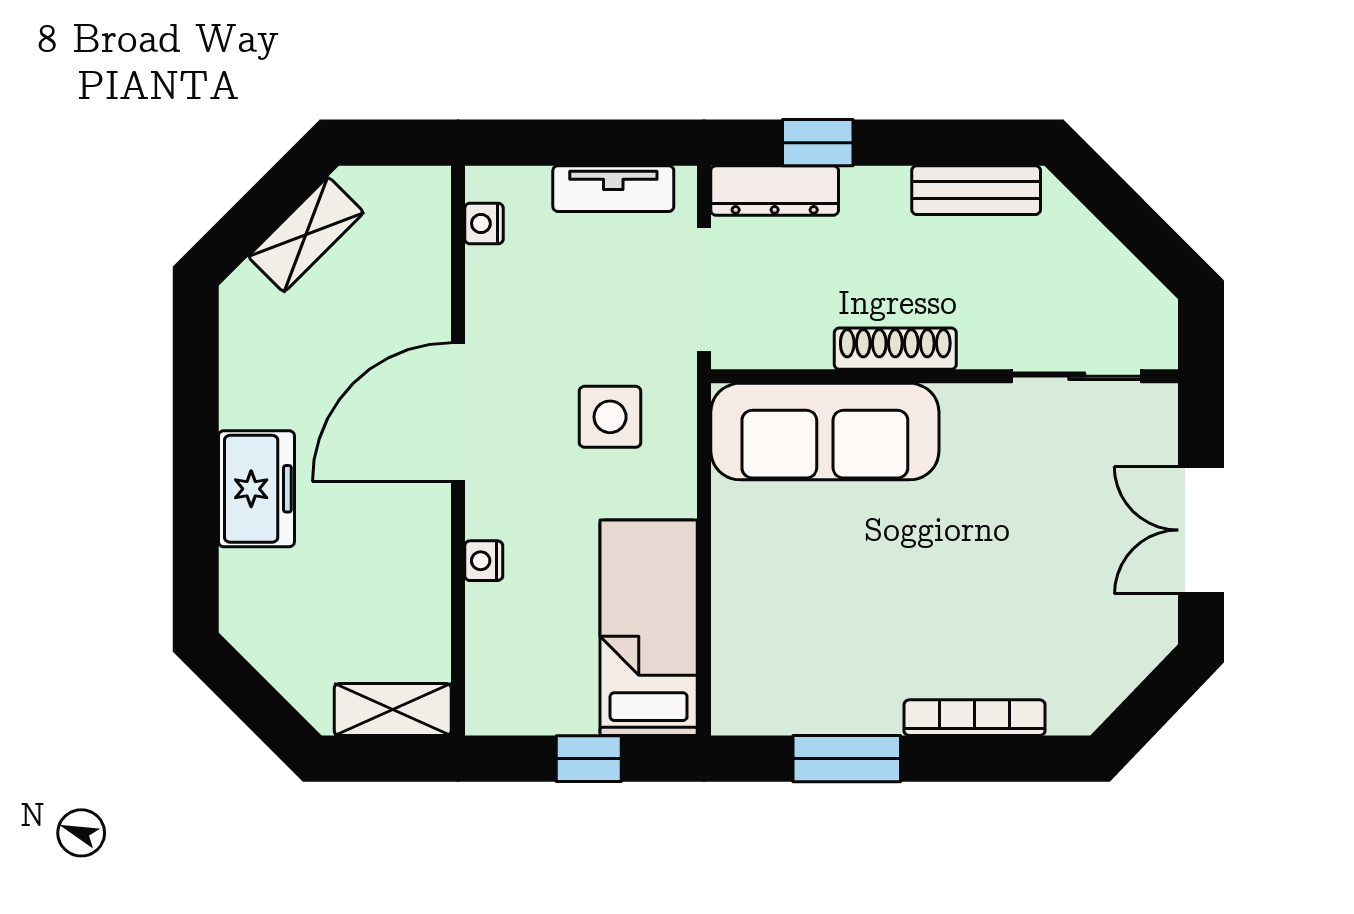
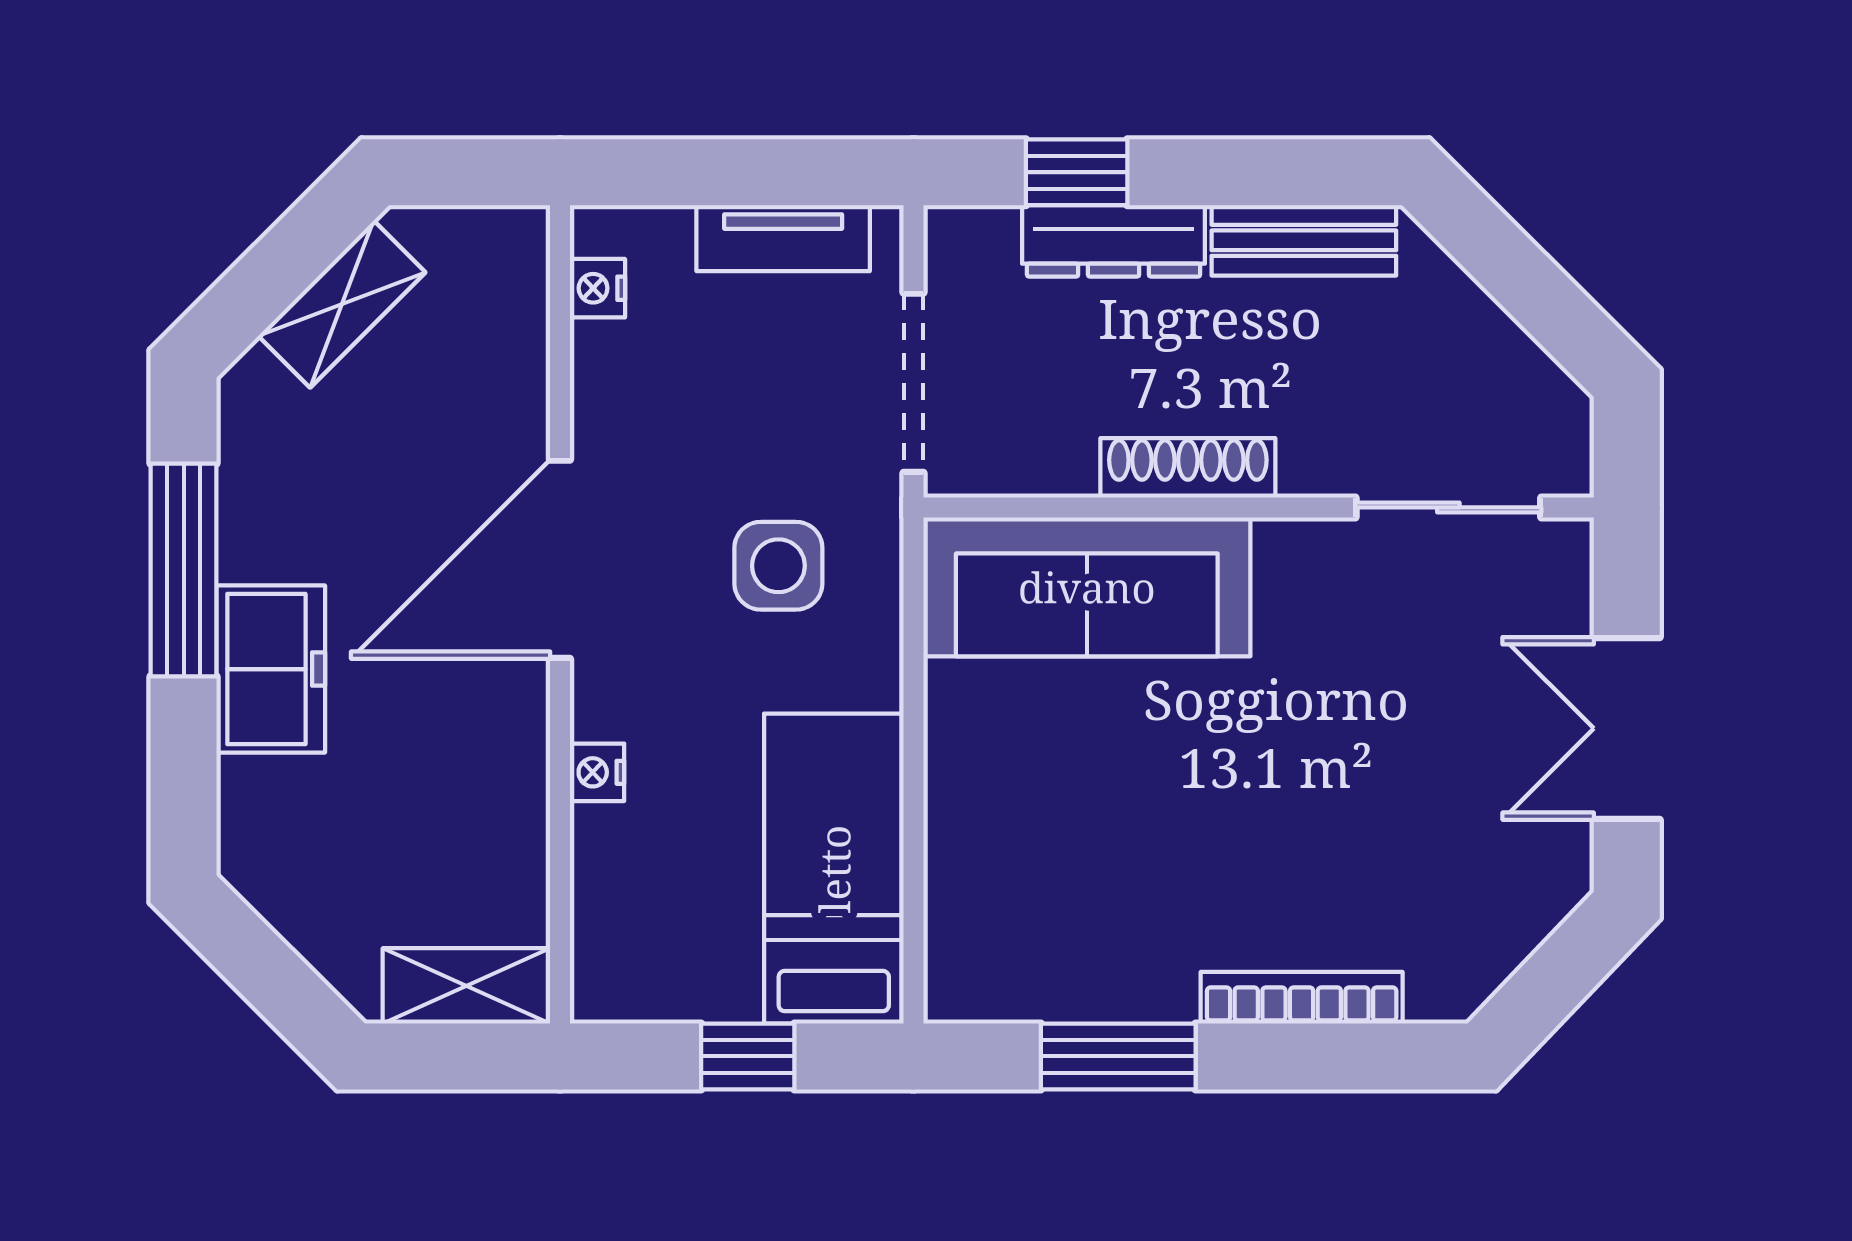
dresser: (775, 190) -> (1114, 241), moved
window: (196, 420) -> (184, 570), added

